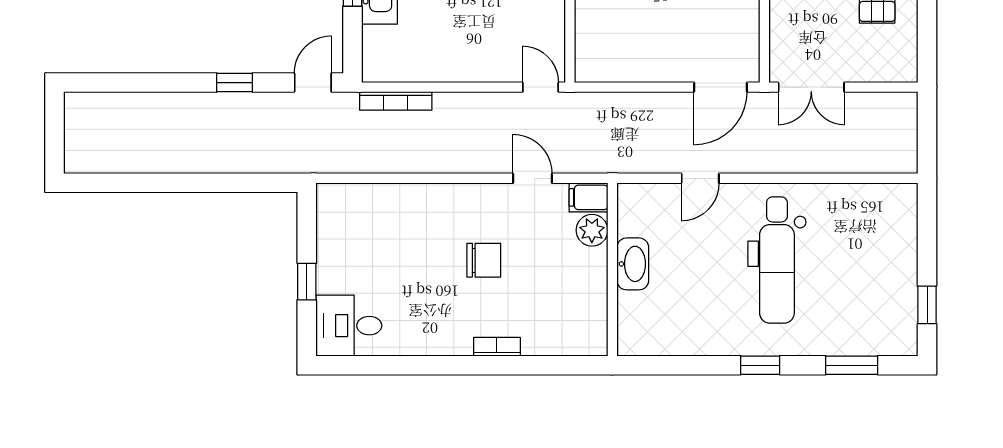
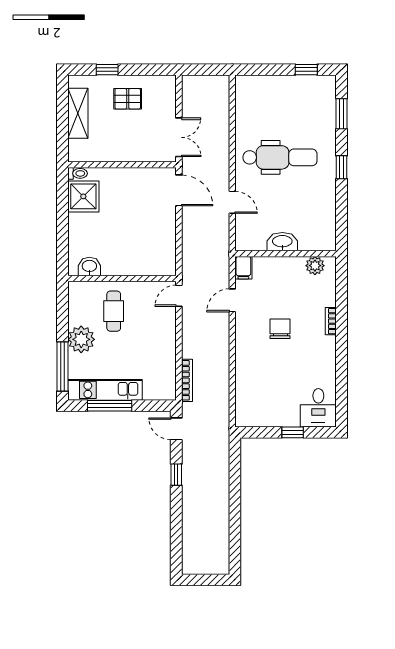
plant: (592, 230) -> (315, 266), moved

